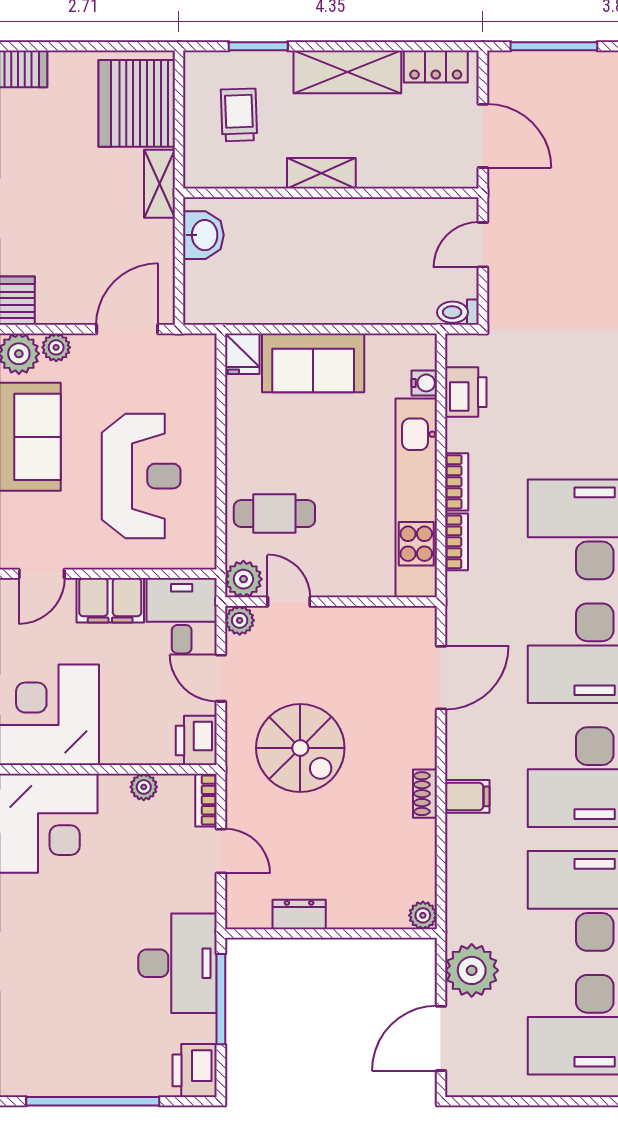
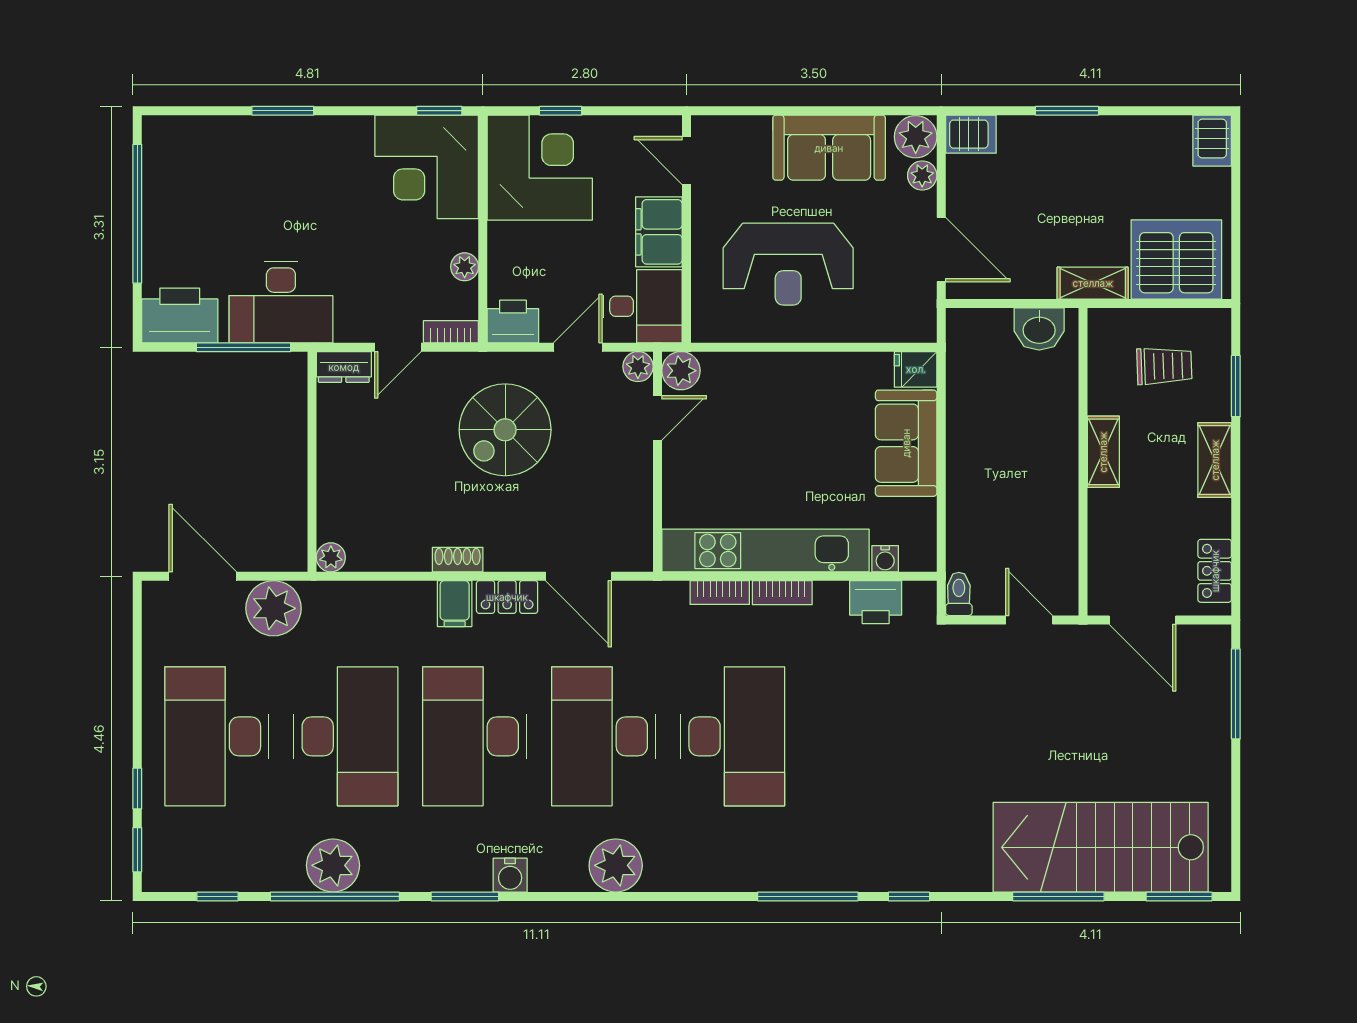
shelving: (347, 72) -> (1215, 460), width x0.67, depth x0.75
door: (483, 136) -> (1142, 620), hinge flipped
cafe table: (274, 514) -> (749, 403), removed
locker: (461, 746) -> (507, 597), added
dresser: (299, 914) -> (344, 367), moved, turned 90
printer: (195, 1070) -> (180, 315), width x1.37, depth x1.19

